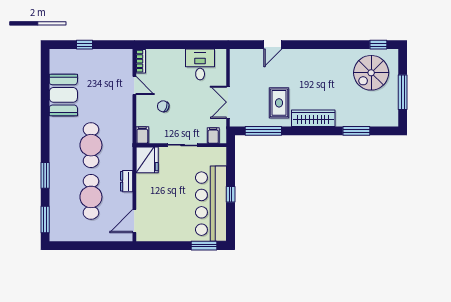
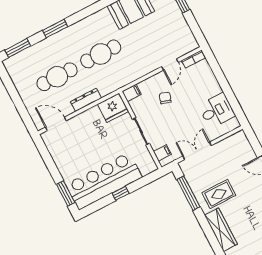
dresser: (127, 181) -> (86, 100), width x1.44

